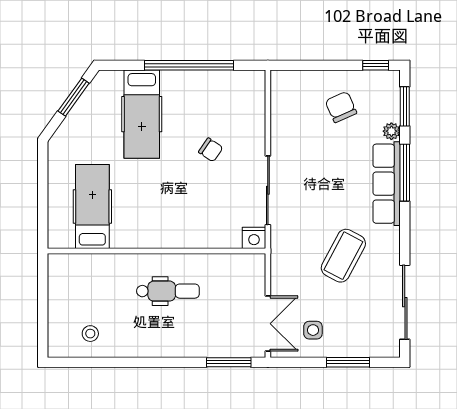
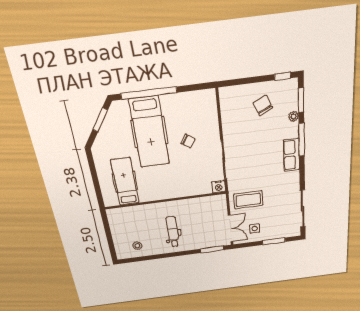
window: (189, 65) -> (149, 93), moved
hospital bed: (142, 114) -> (149, 132), width x1.37, depth x1.29
row of seats: (387, 184) -> (292, 155), width x0.68
coffee table: (343, 256) -> (248, 200), moved, turned 62
dental chair: (168, 291) -> (173, 232), moved, turned -90

